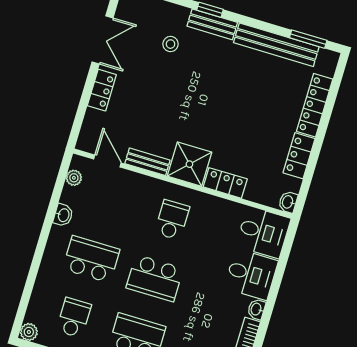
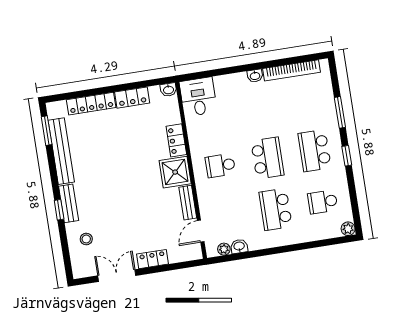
stool: (170, 44) -> (86, 239), moved
washbasin: (63, 215) -> (239, 246), moved
desk: (251, 274) -> (232, 91), removed

